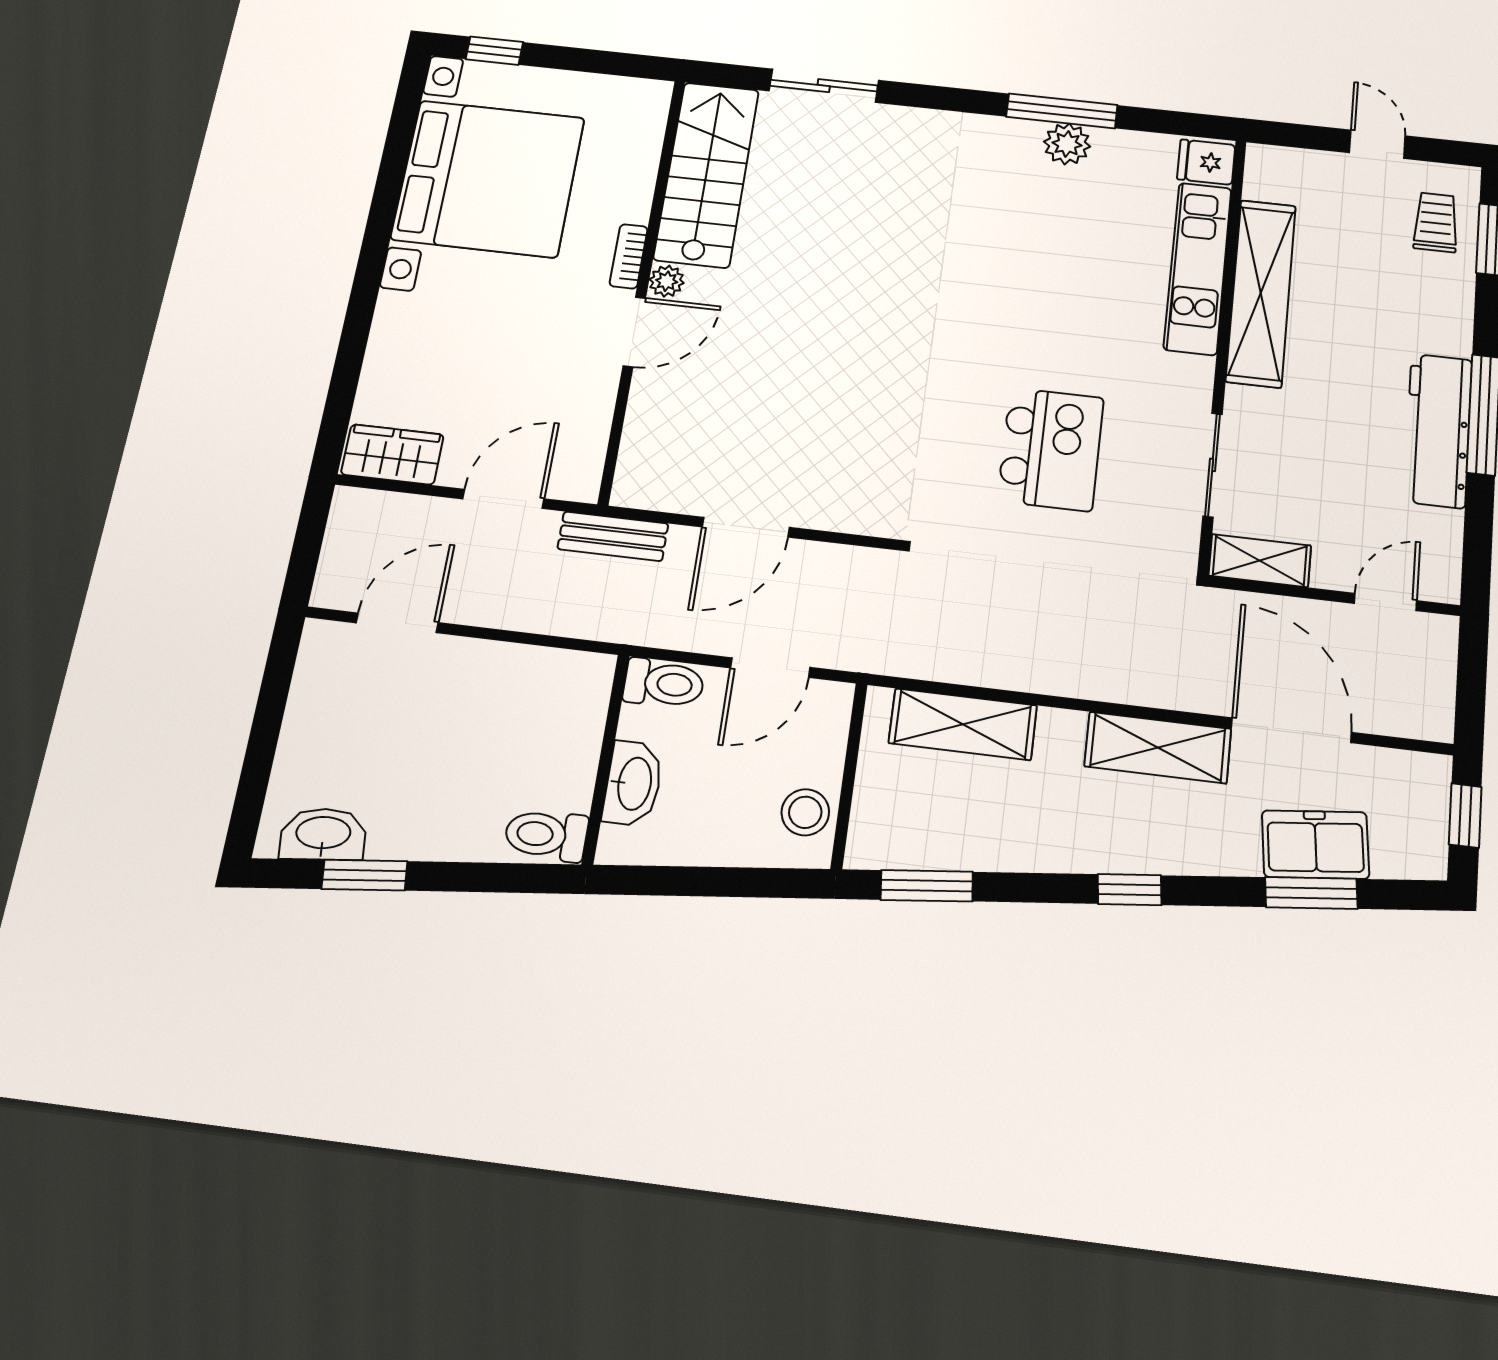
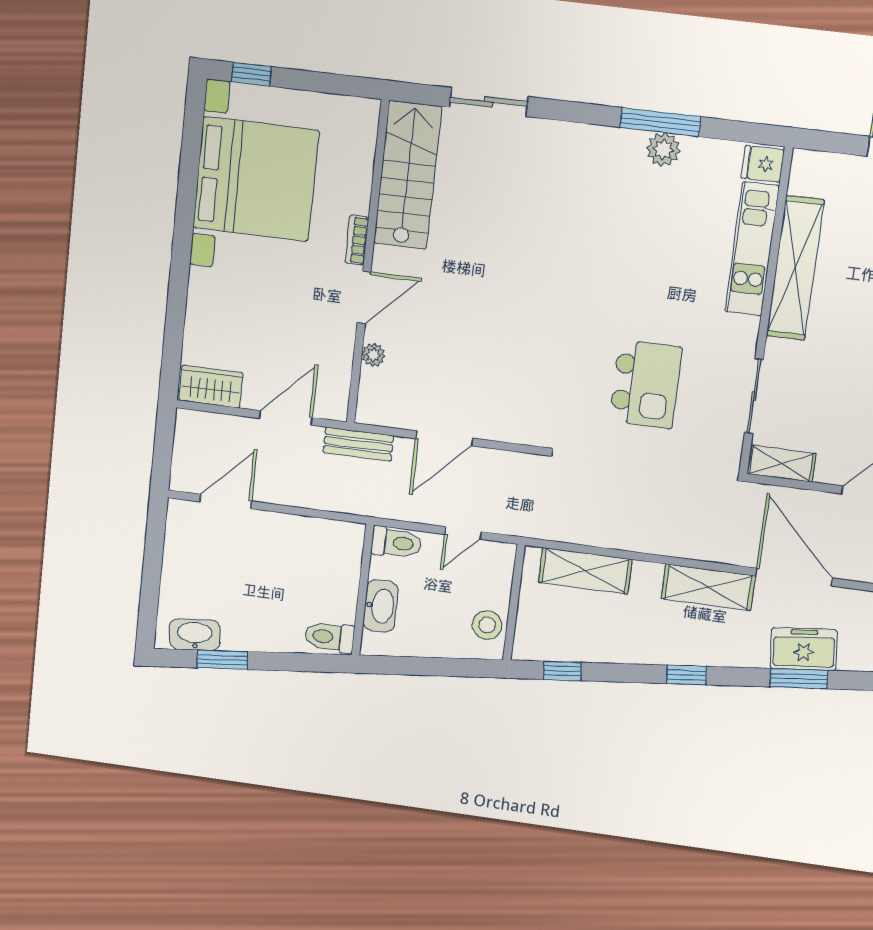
plant: (667, 281) -> (373, 355), moved
door: (770, 668) -> (463, 533), width x0.73
window: (927, 886) -> (562, 671), width x0.67

